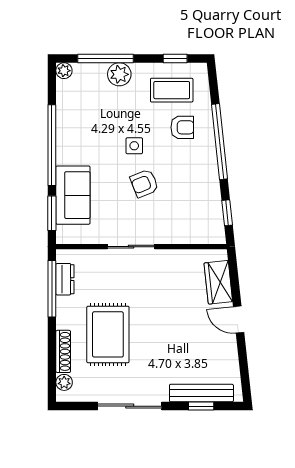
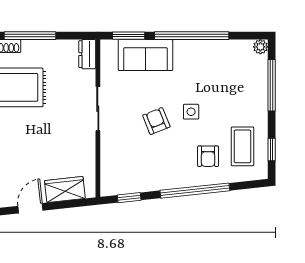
plant: (119, 74) -> (257, 98), removed
dresser: (65, 279) -> (87, 54), moved, turned 90
window: (52, 289) -> (30, 36), moved

